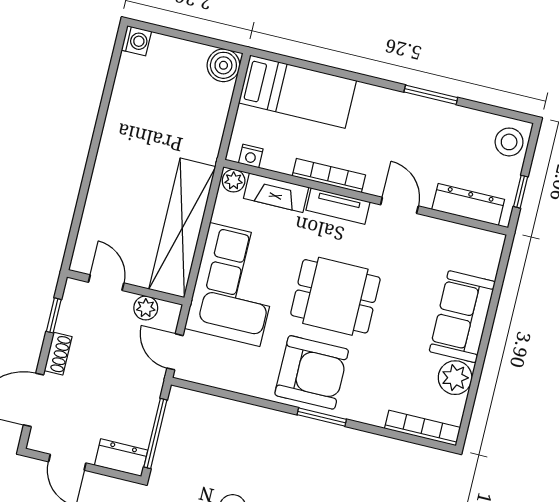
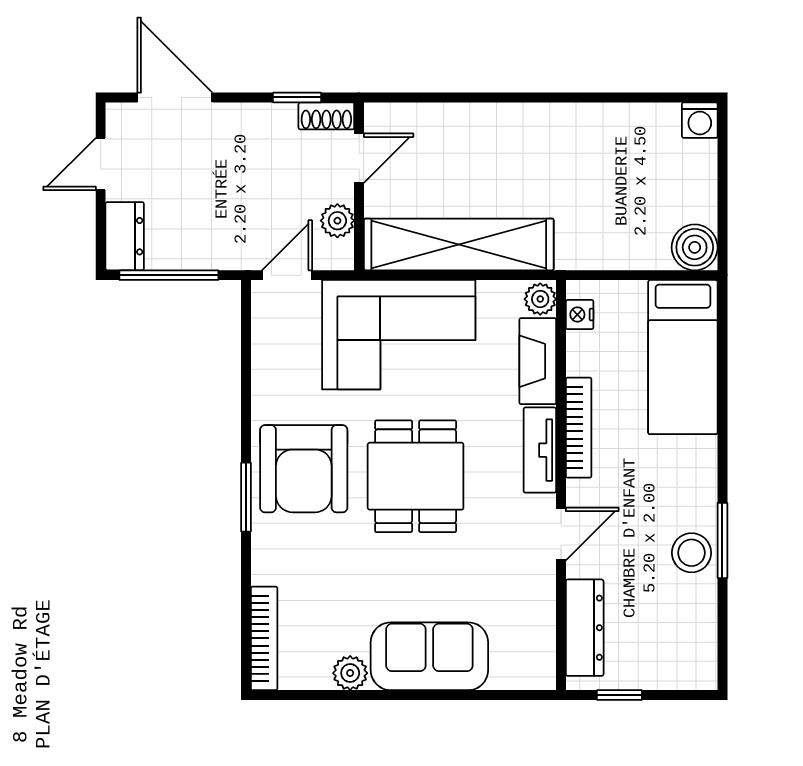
stool: (509, 142) -> (692, 553), moved
shoe rack: (58, 354) -> (326, 116), moved
plant: (455, 378) -> (350, 673), width x0.73, depth x0.73

